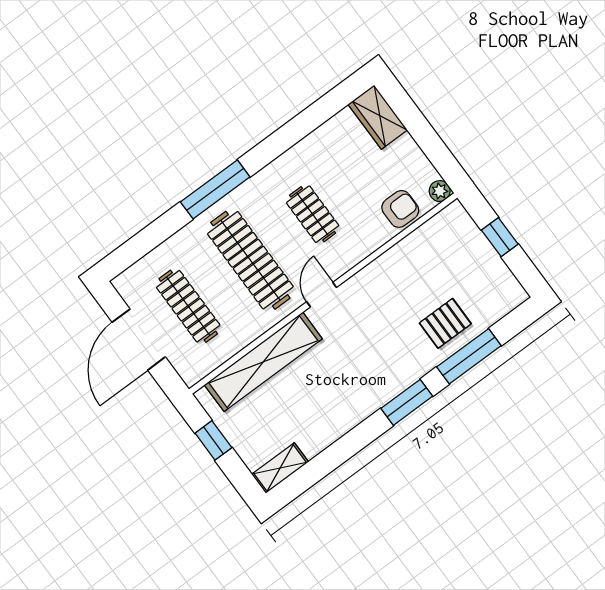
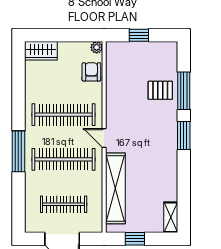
clothes rail: (313, 214) -> (64, 115), width x1.86, depth x1.31
pallet: (445, 323) -> (160, 90), turned 90

